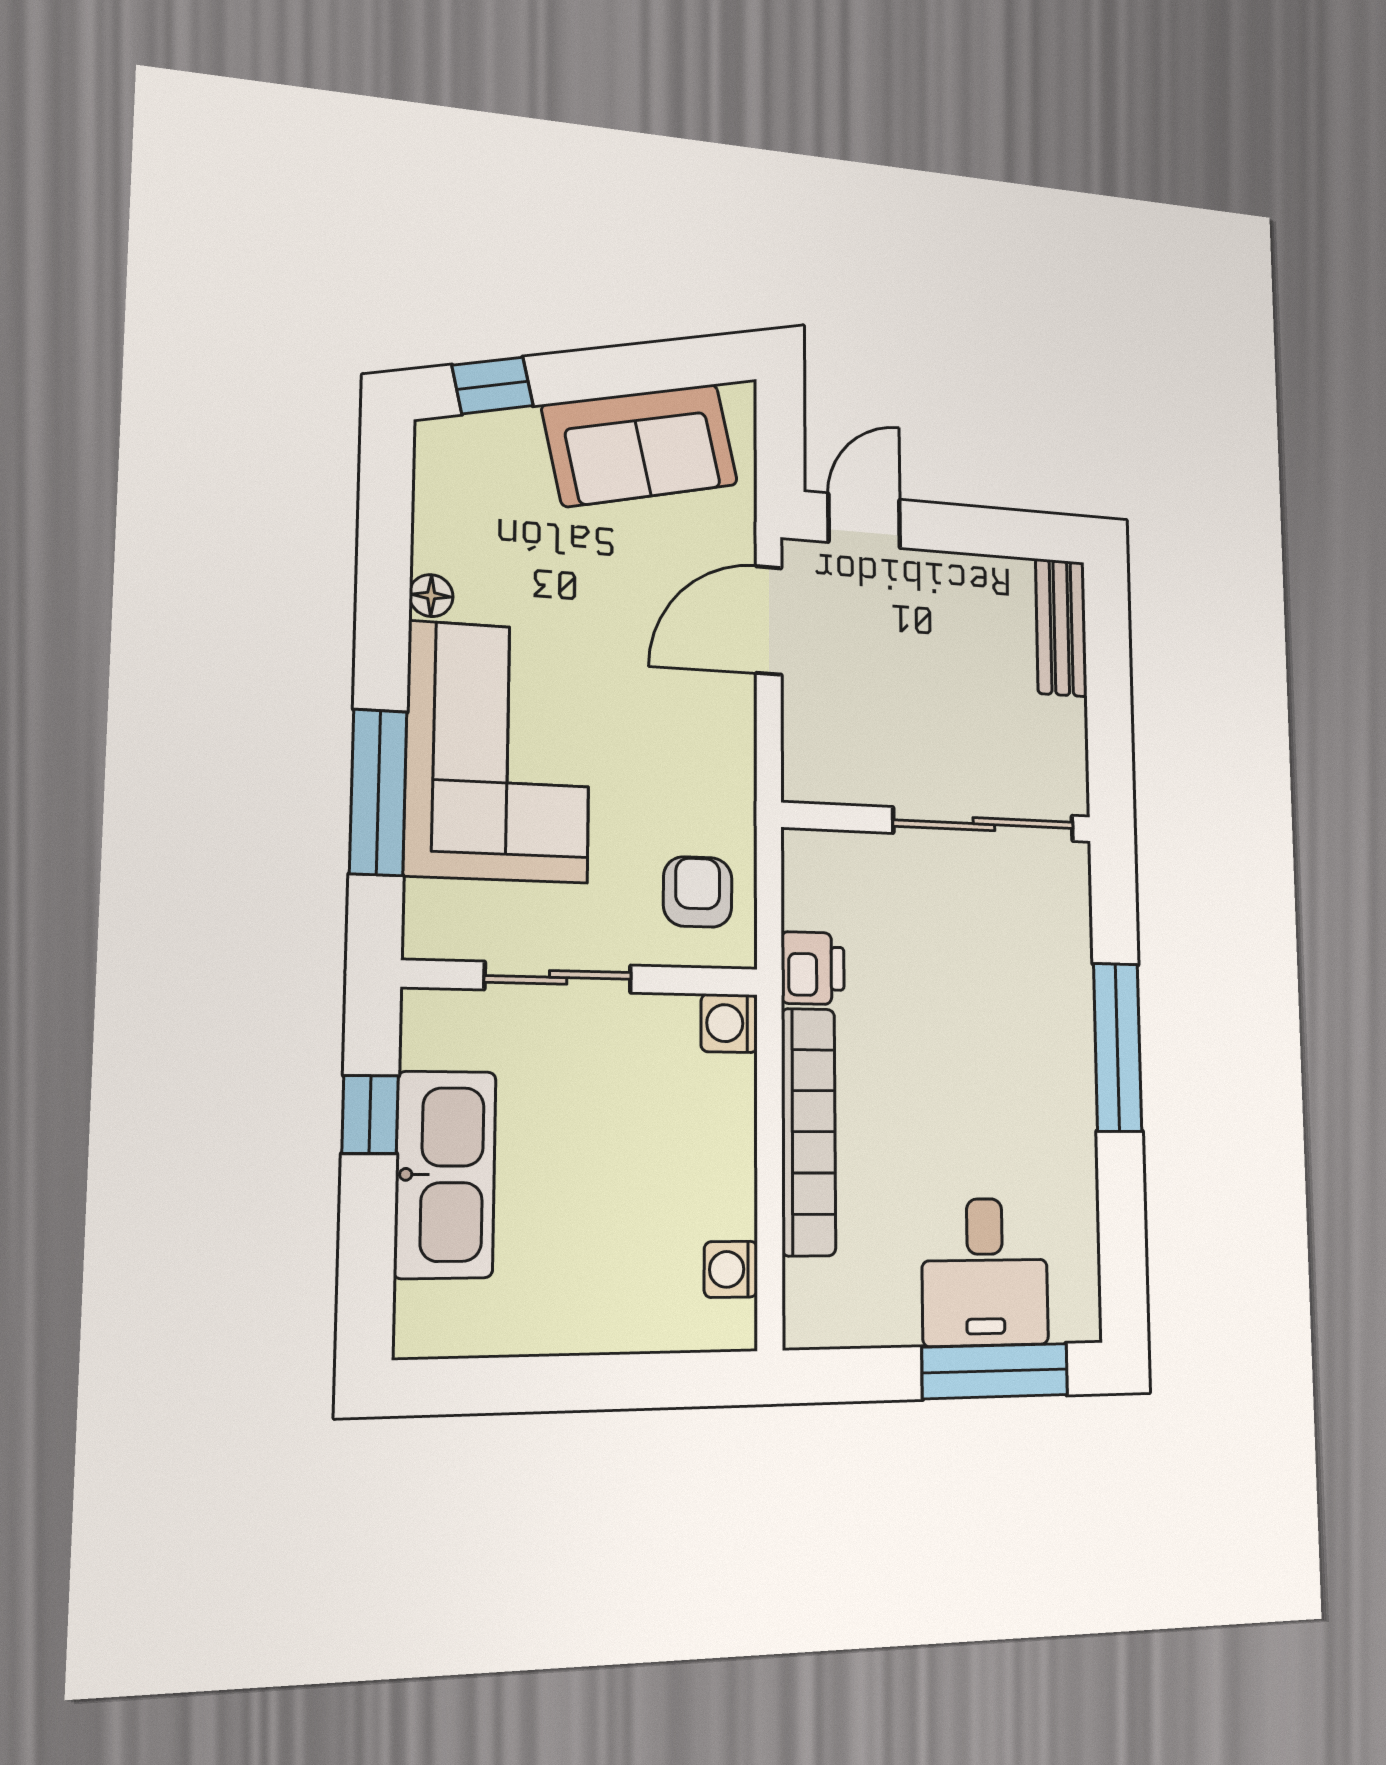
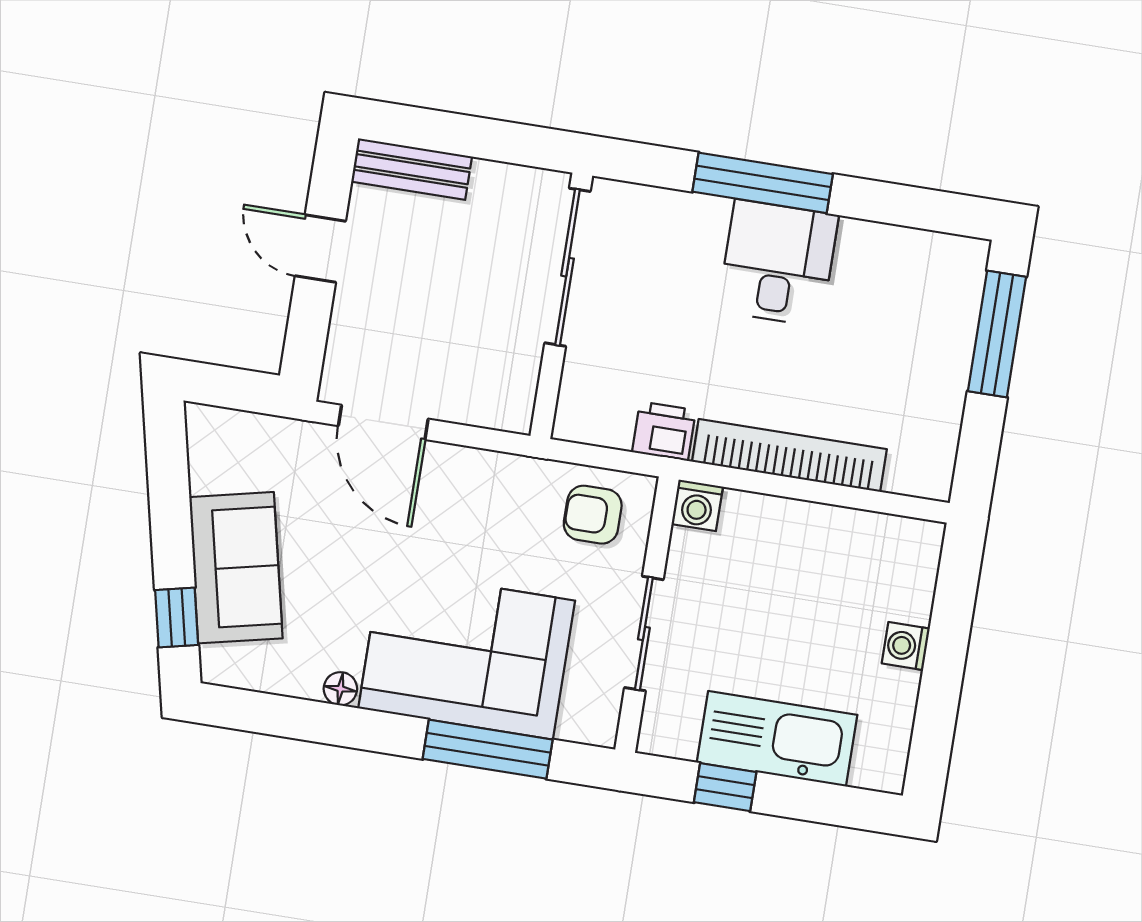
sofa: (640, 445) -> (236, 568), moved
door: (864, 521) -> (320, 248), moved
washing machine: (731, 1269) -> (906, 646), moved, turned 90
desk: (985, 1272) -> (778, 263), moved, turned -90

